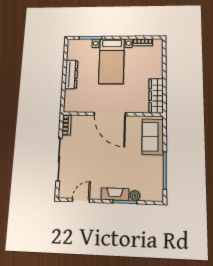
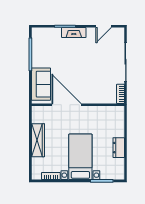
dresser: (71, 74) -> (119, 148), width x0.70
wardrobe: (156, 96) -> (38, 140), moved
door: (110, 114) -> (66, 105), moved
plant: (135, 195) -> (56, 32), removed

